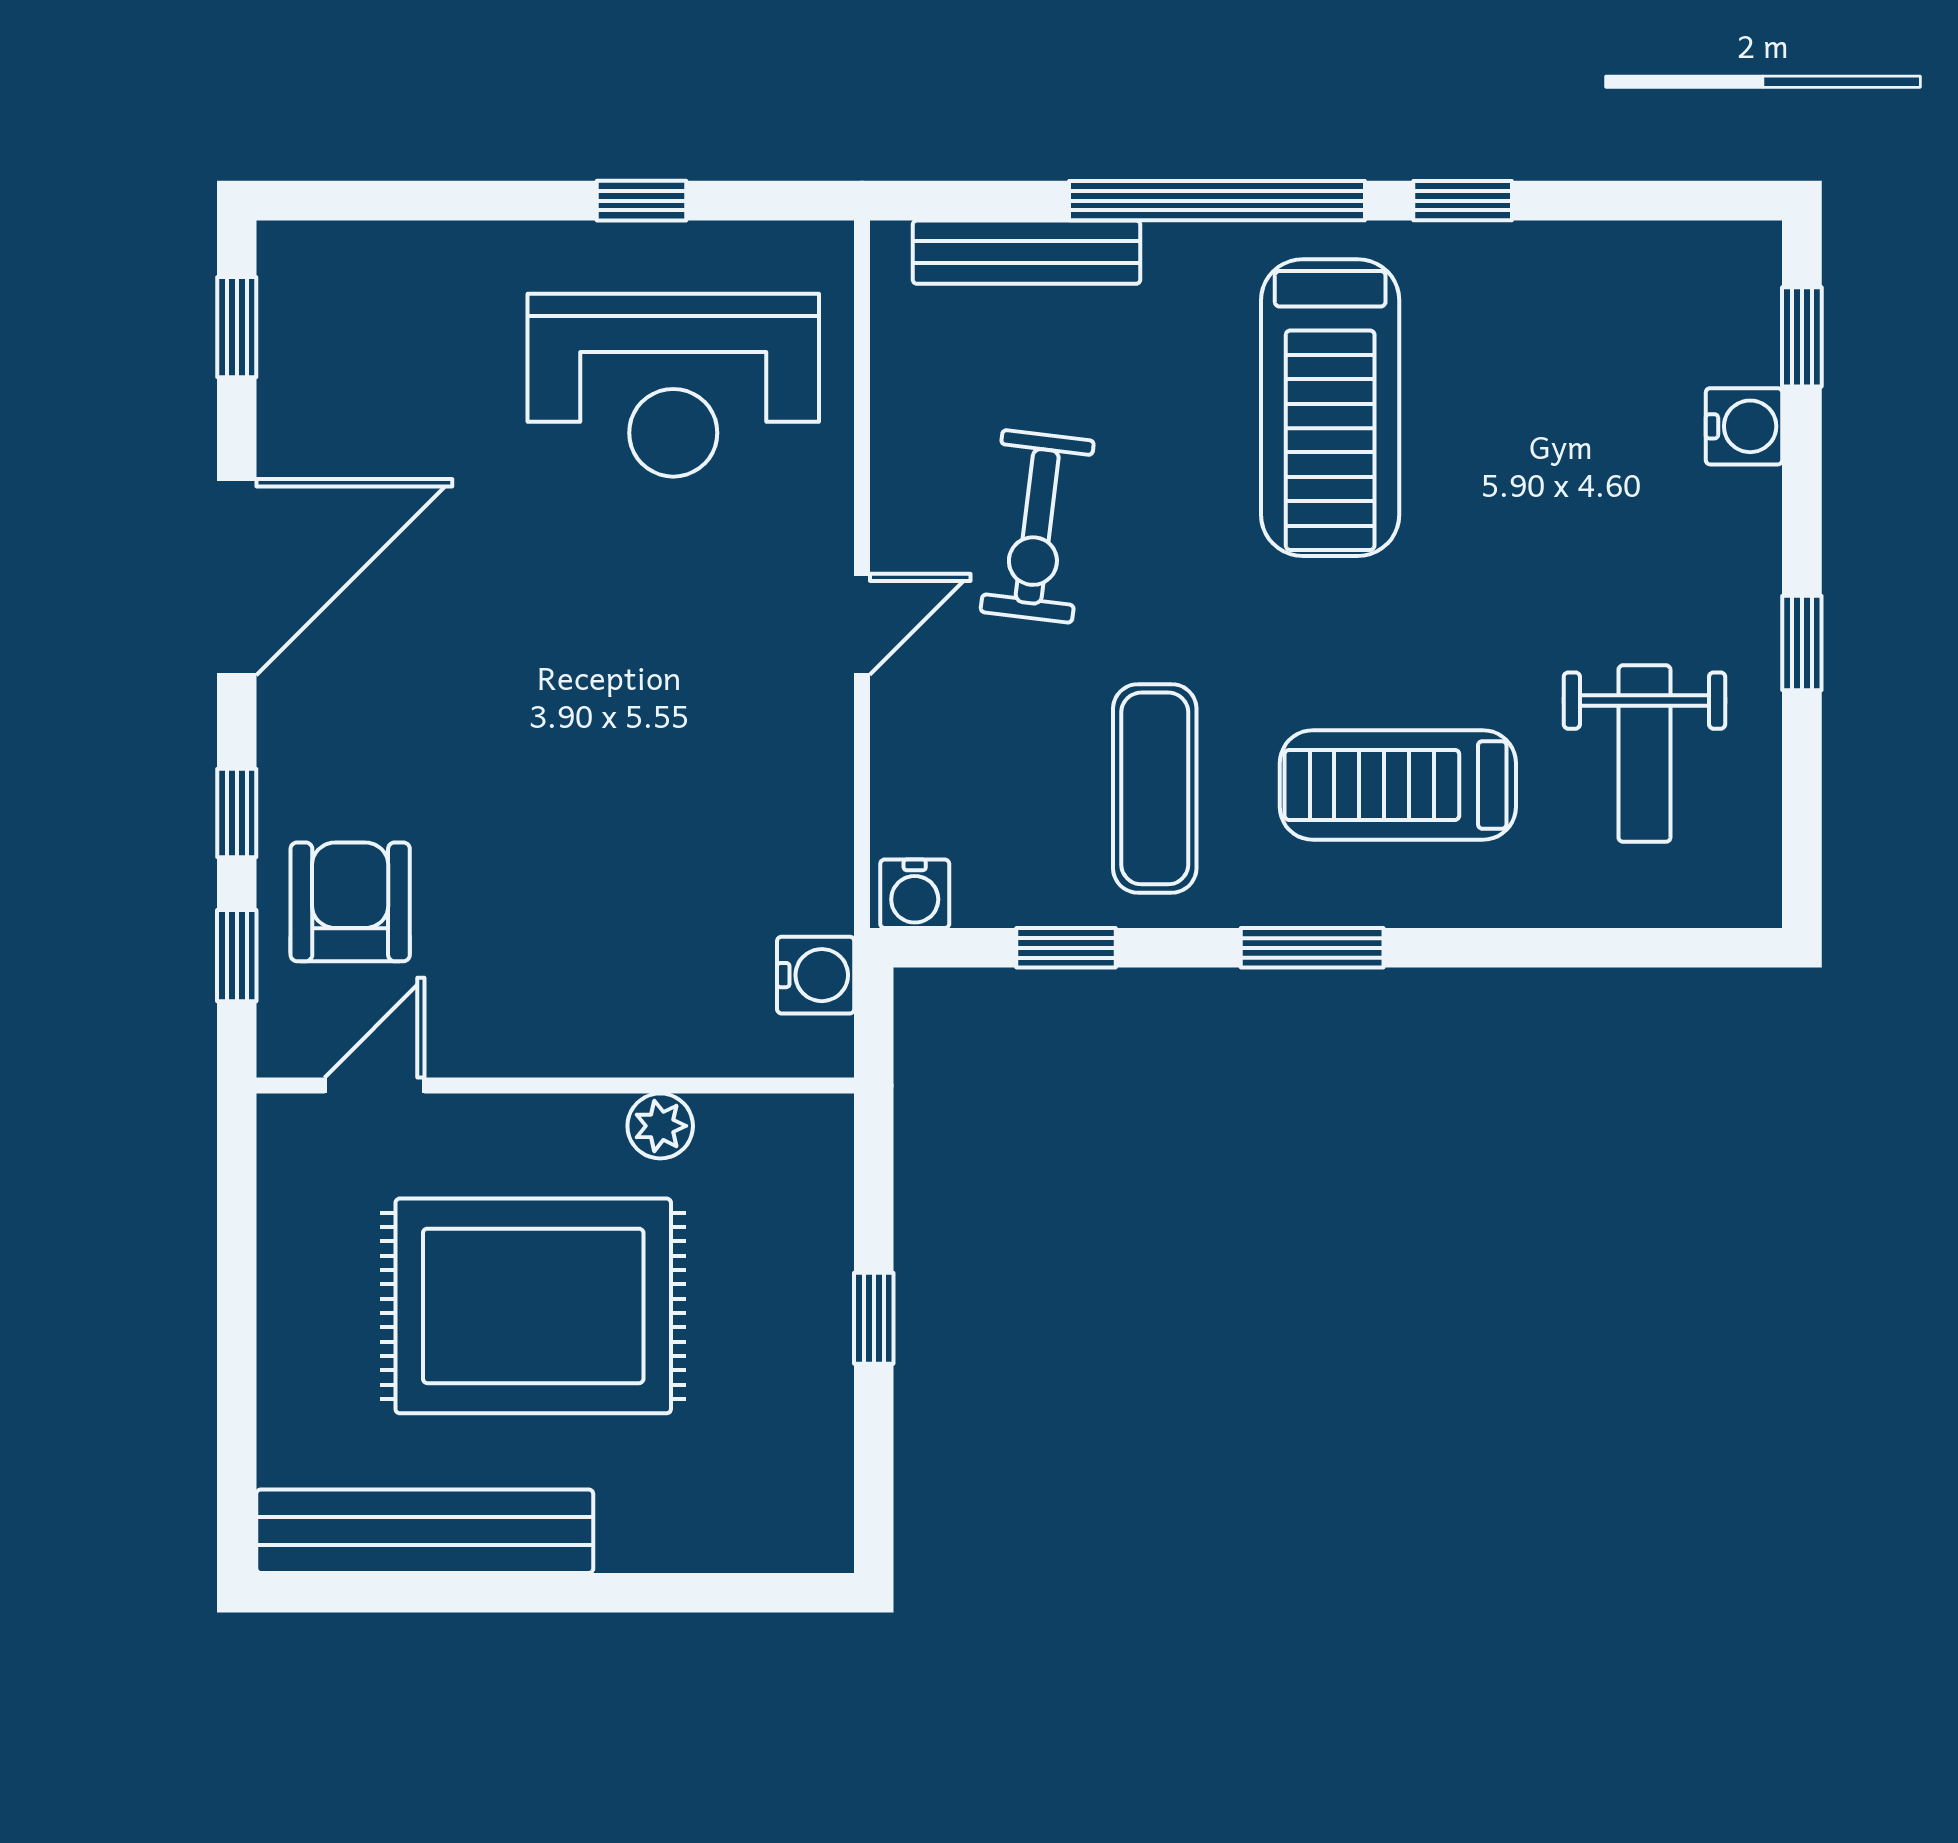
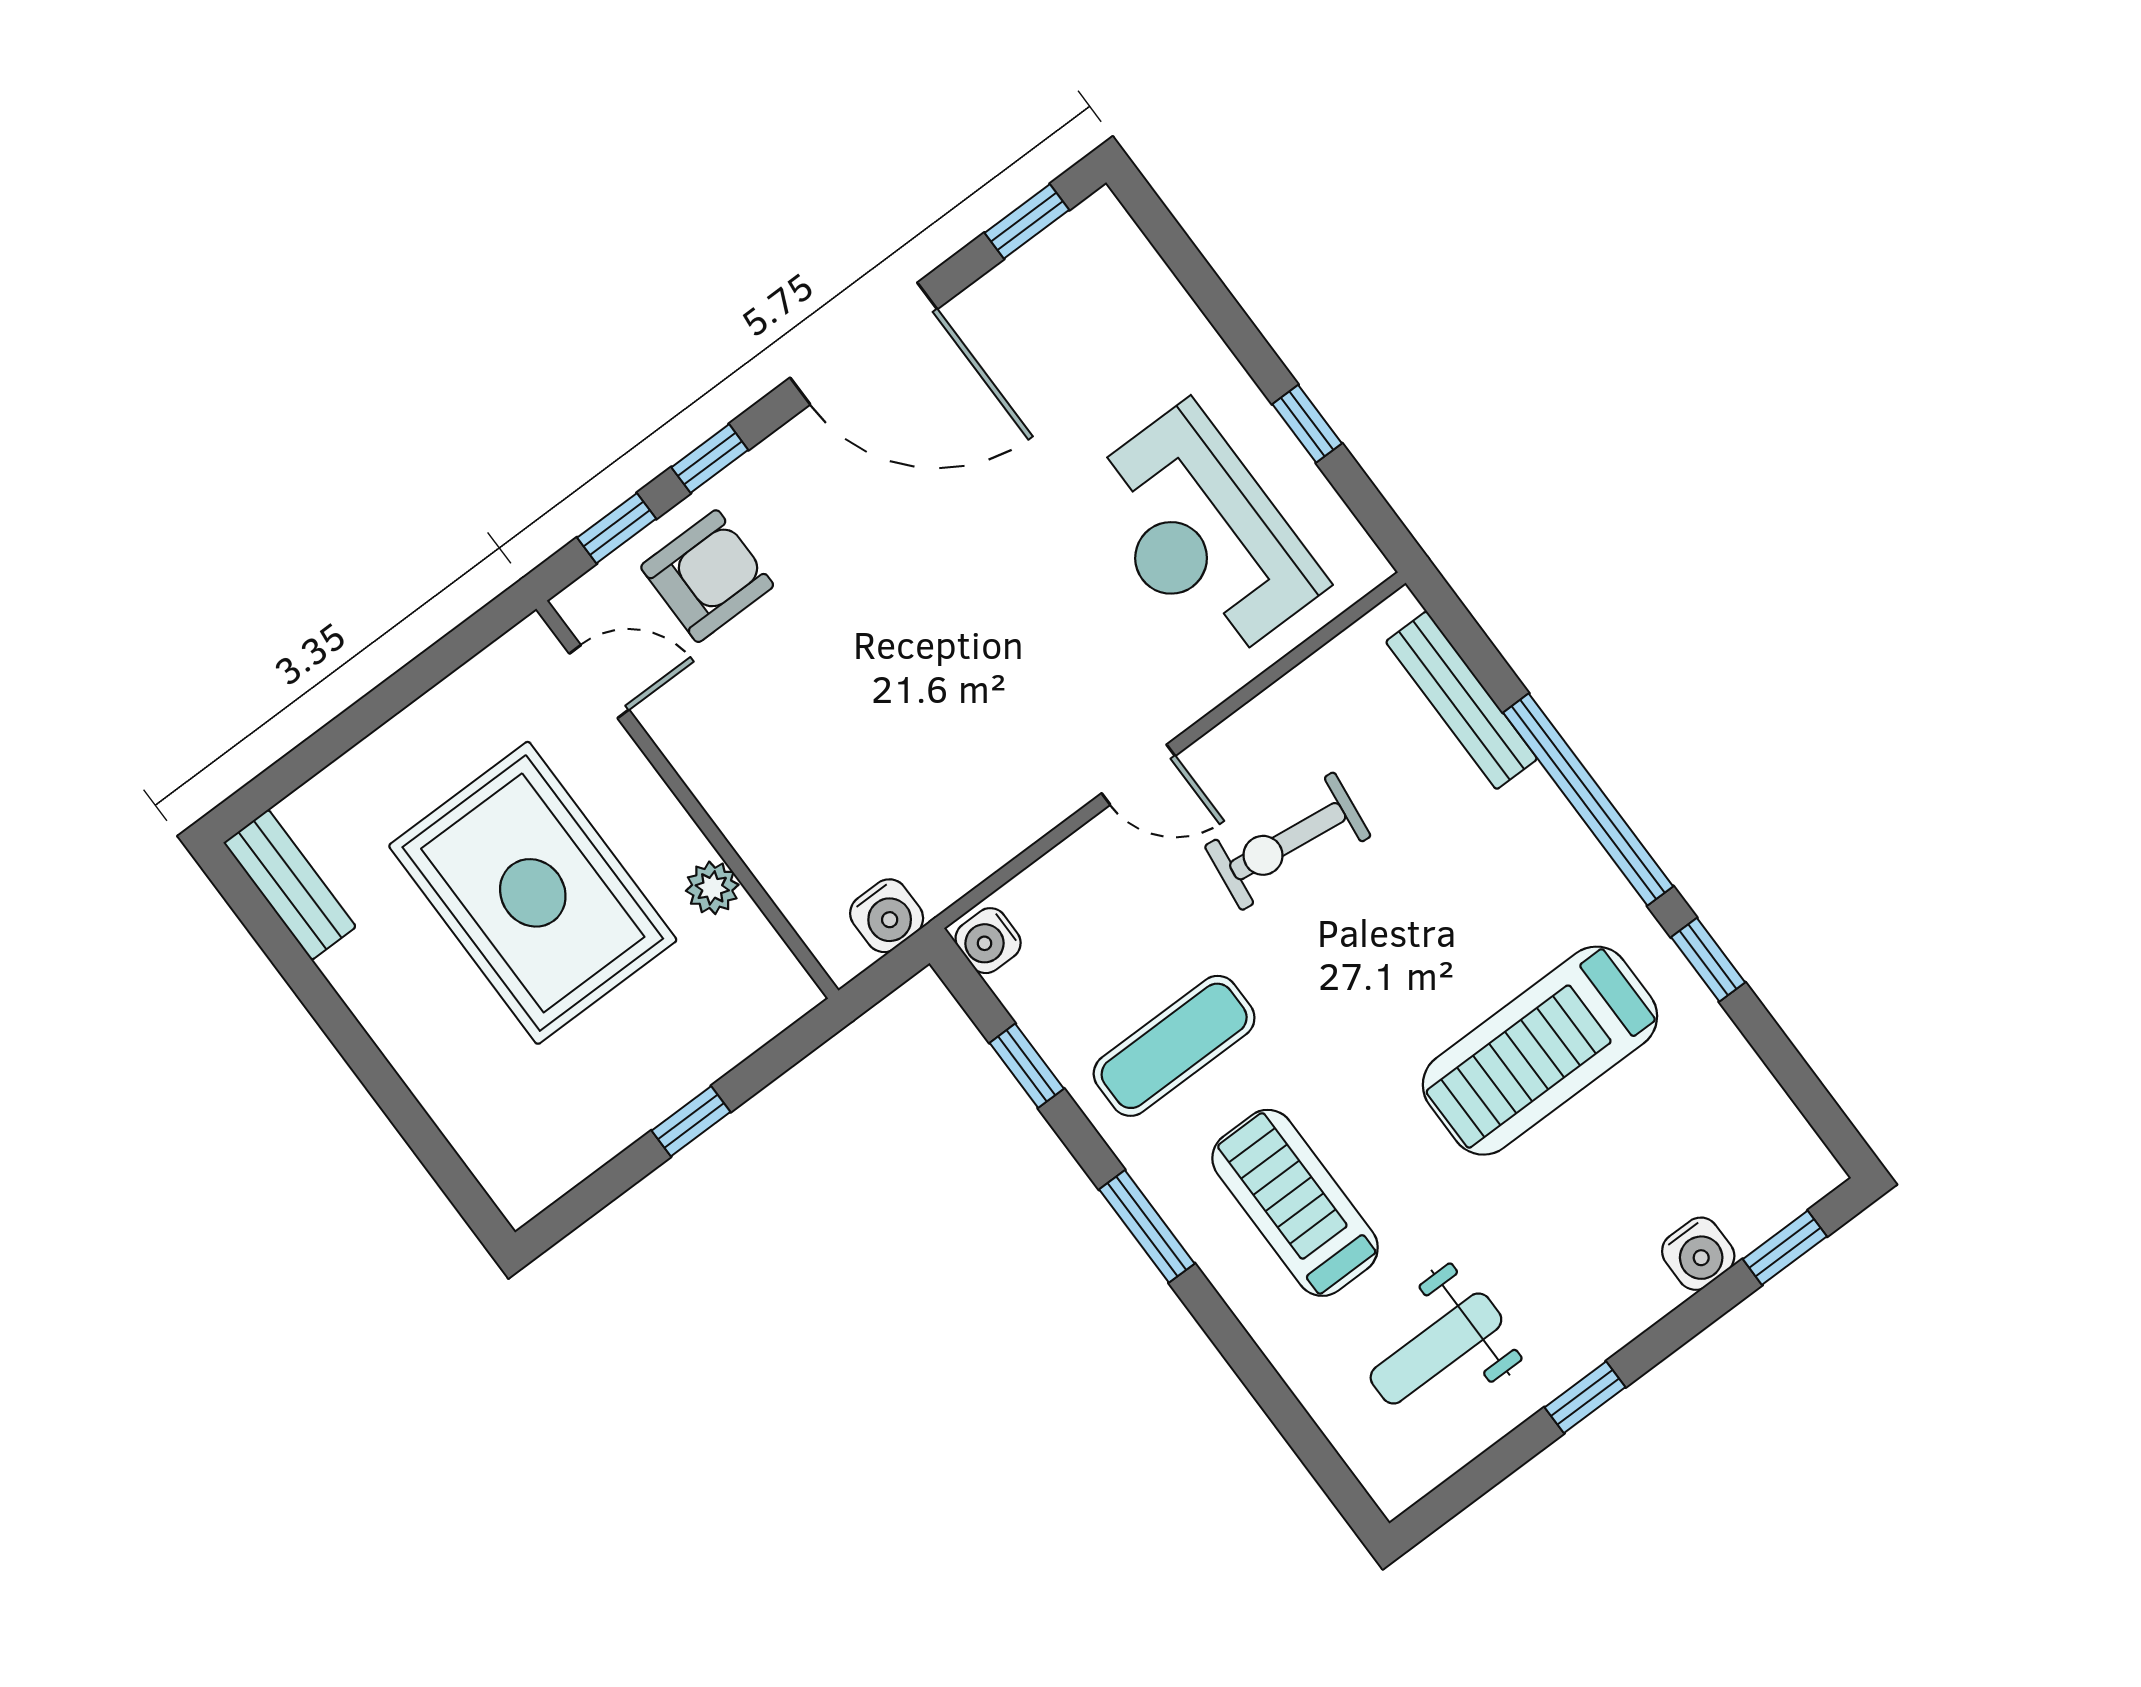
treadmill: (1330, 408) -> (1540, 1051), moved
bench: (425, 1531) -> (290, 885), width x0.54, depth x0.82

